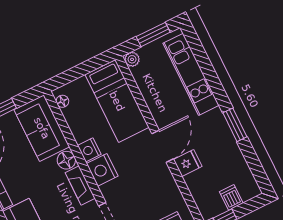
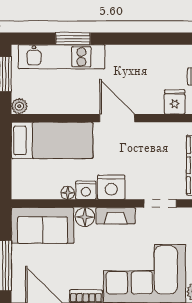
floor lamp: (62, 101) -> (68, 193), moved
window: (235, 125) -> (73, 39), moved
fridge: (188, 163) -> (175, 102), moved

